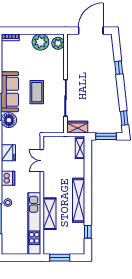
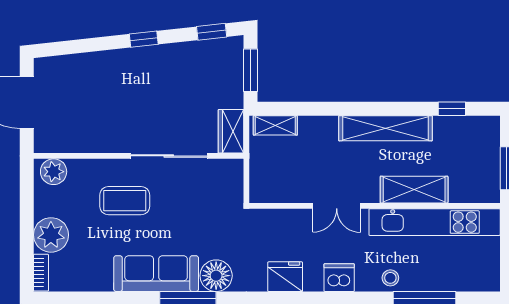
plant: (40, 42) -> (51, 235), moved
window: (119, 68) -> (144, 39), moved
coffee table: (37, 92) -> (125, 201), moved
double door: (42, 161) -> (337, 206), moved

